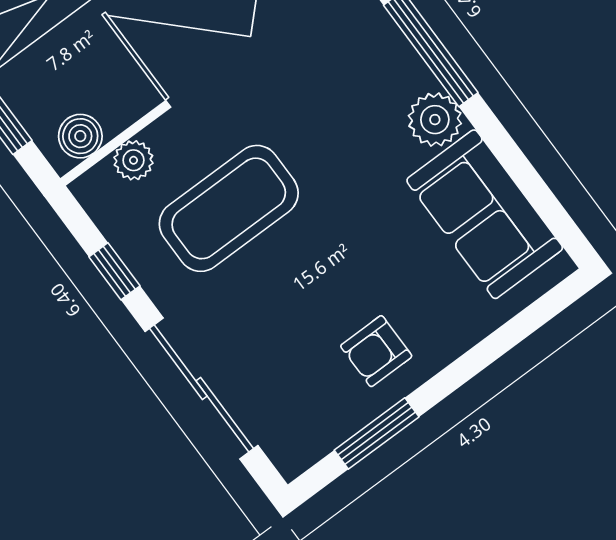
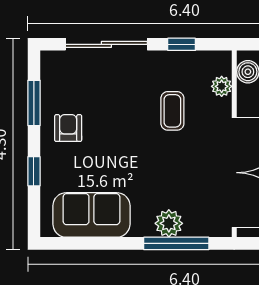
plant: (435, 120) -> (169, 223), moved
coffee table: (229, 208) -> (172, 111), width x0.54, depth x0.58
window: (483, 354) -> (34, 171), added

